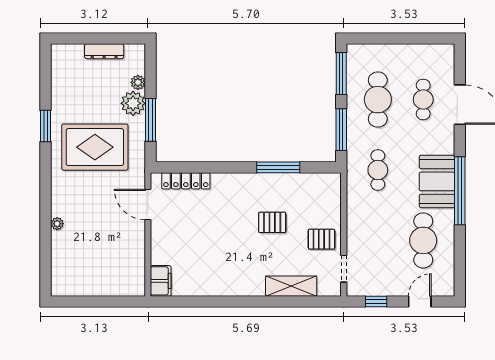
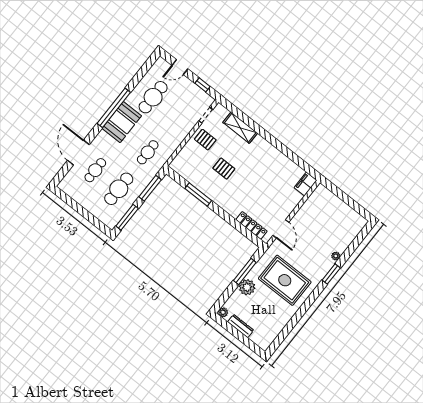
plant: (138, 82) -> (223, 312), moved
window: (46, 126) -> (331, 274), moved

